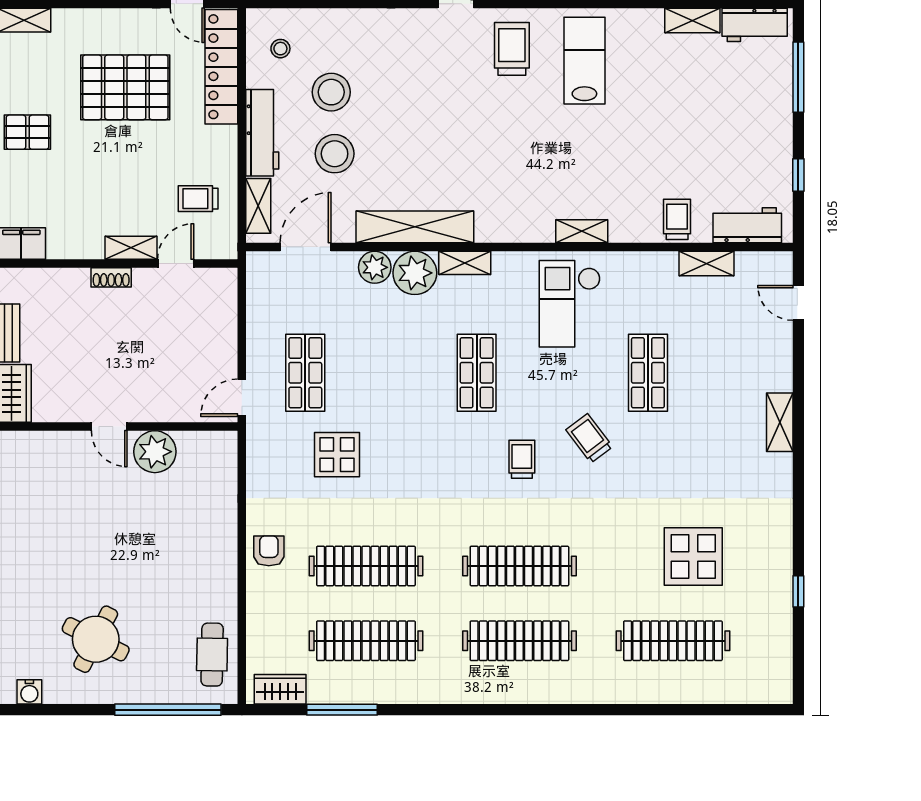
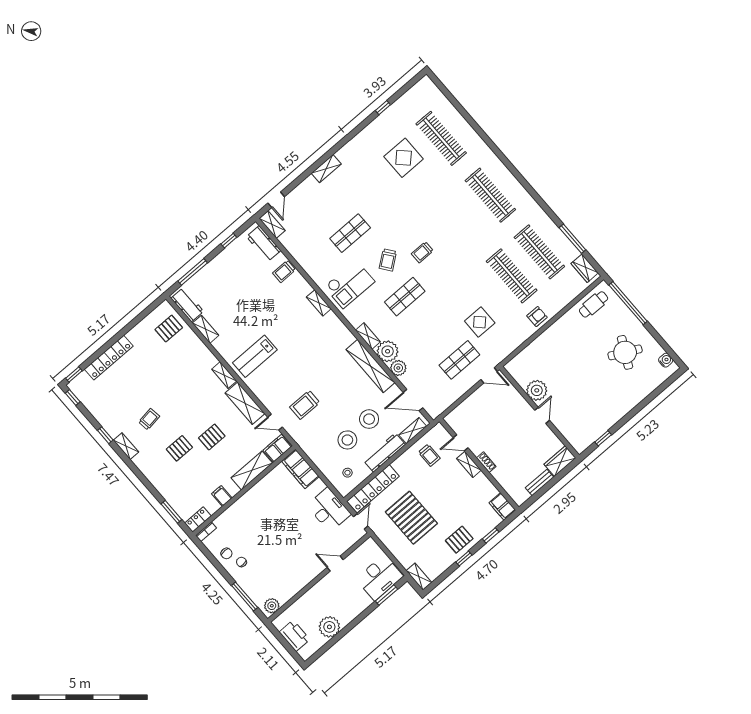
trolley: (512, 49) -> (305, 405), moved
pallet: (27, 132) -> (459, 540), turned 90
shelving: (706, 263) -> (272, 225), moved
trolley: (589, 438) -> (388, 260), moved
armchair: (269, 551) -> (537, 317), turned 180
clothes rail: (519, 566) -> (463, 219), removed

